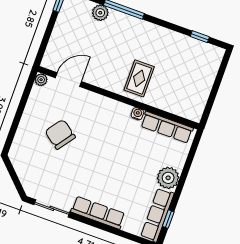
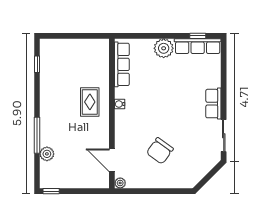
rug: (139, 78) -> (90, 102), turned 90
water cooler: (137, 114) -> (120, 104), moved
row of seats: (98, 213) -> (213, 104), width x0.68

